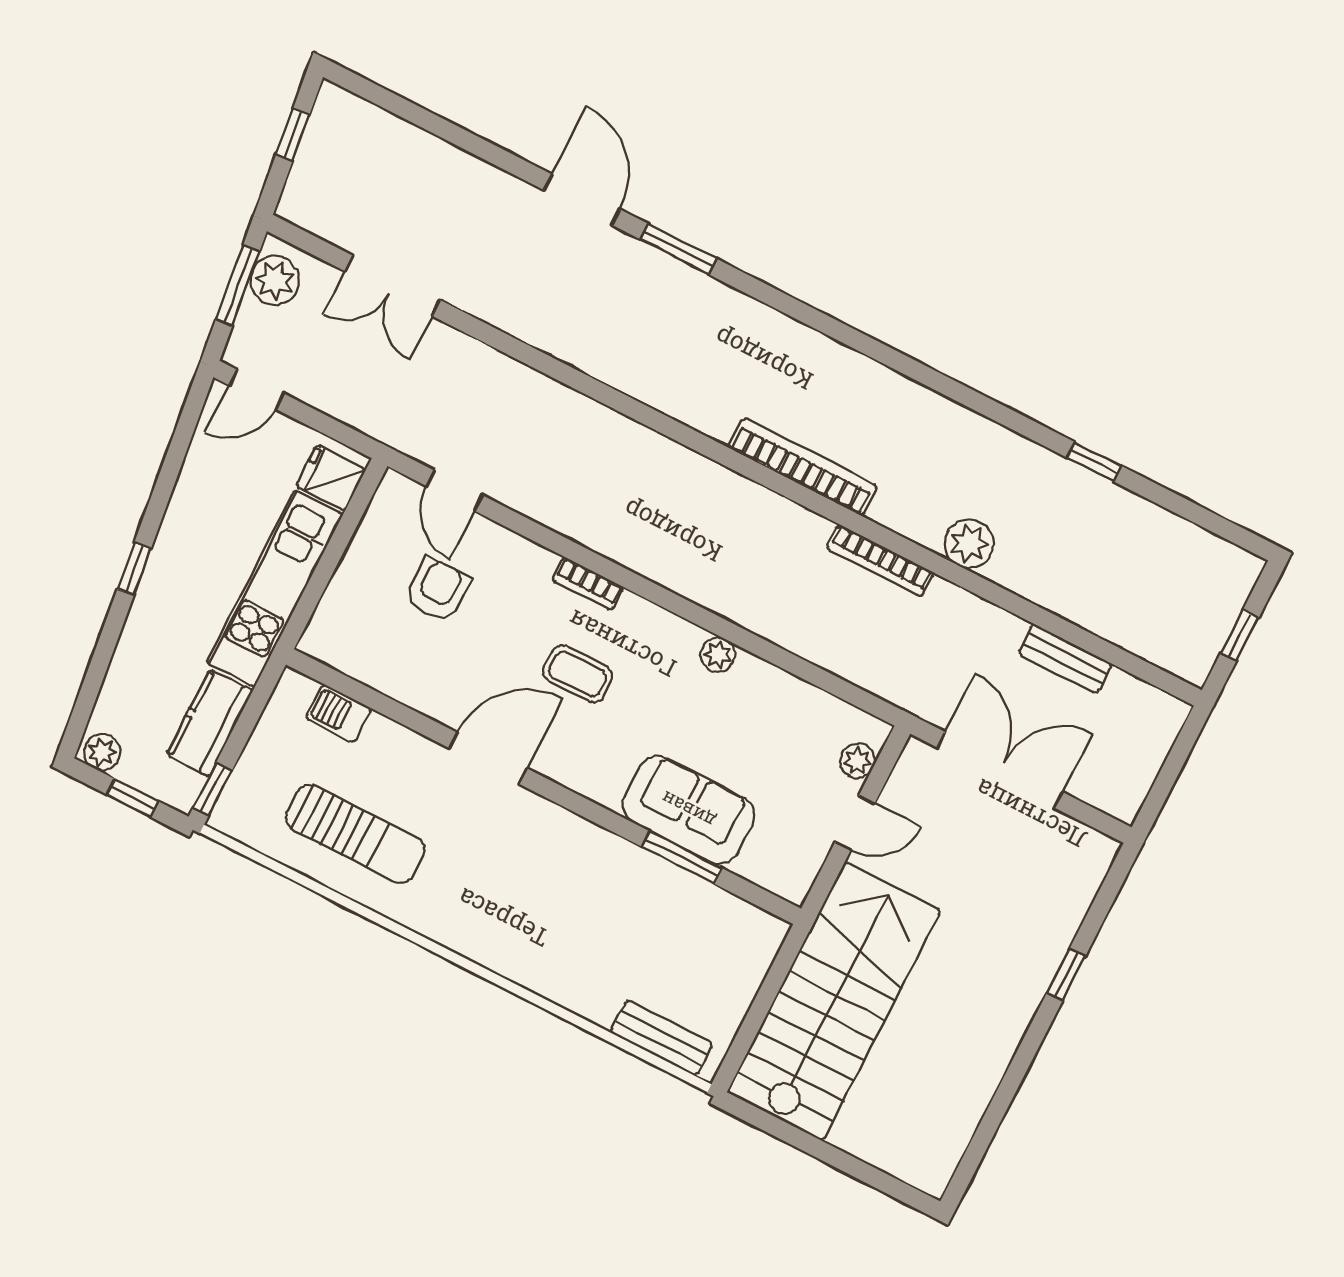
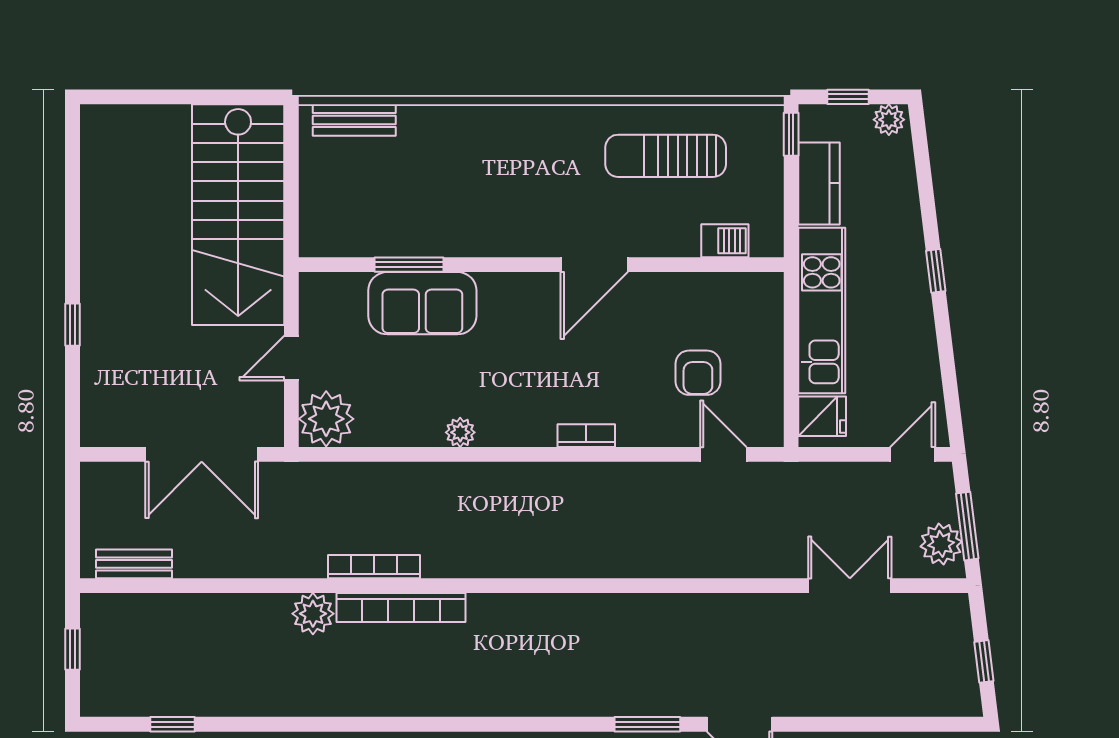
window: (1094, 462) -> (173, 724), moved
bookcase: (803, 467) -> (401, 608), moved
bench: (1065, 659) -> (134, 564), moved
coffee table: (578, 674) -> (559, 363), removed
plant: (857, 761) -> (326, 419), width x1.87, depth x1.87

